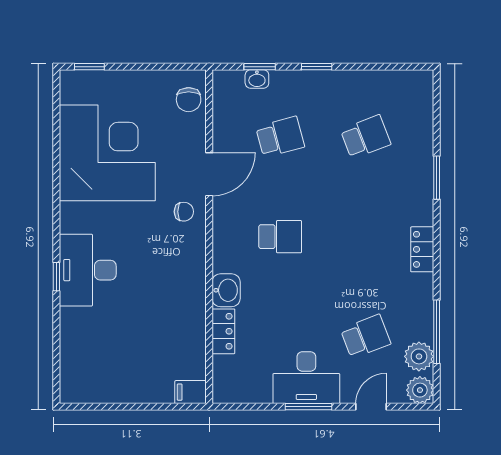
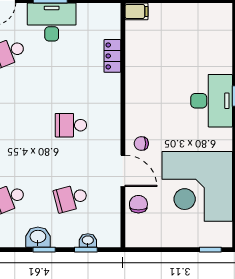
chair: (189, 100) -> (138, 204), moved
door: (209, 174) -> (123, 171), swing flipped
washbasin: (226, 290) -> (38, 237), moved, turned 90

